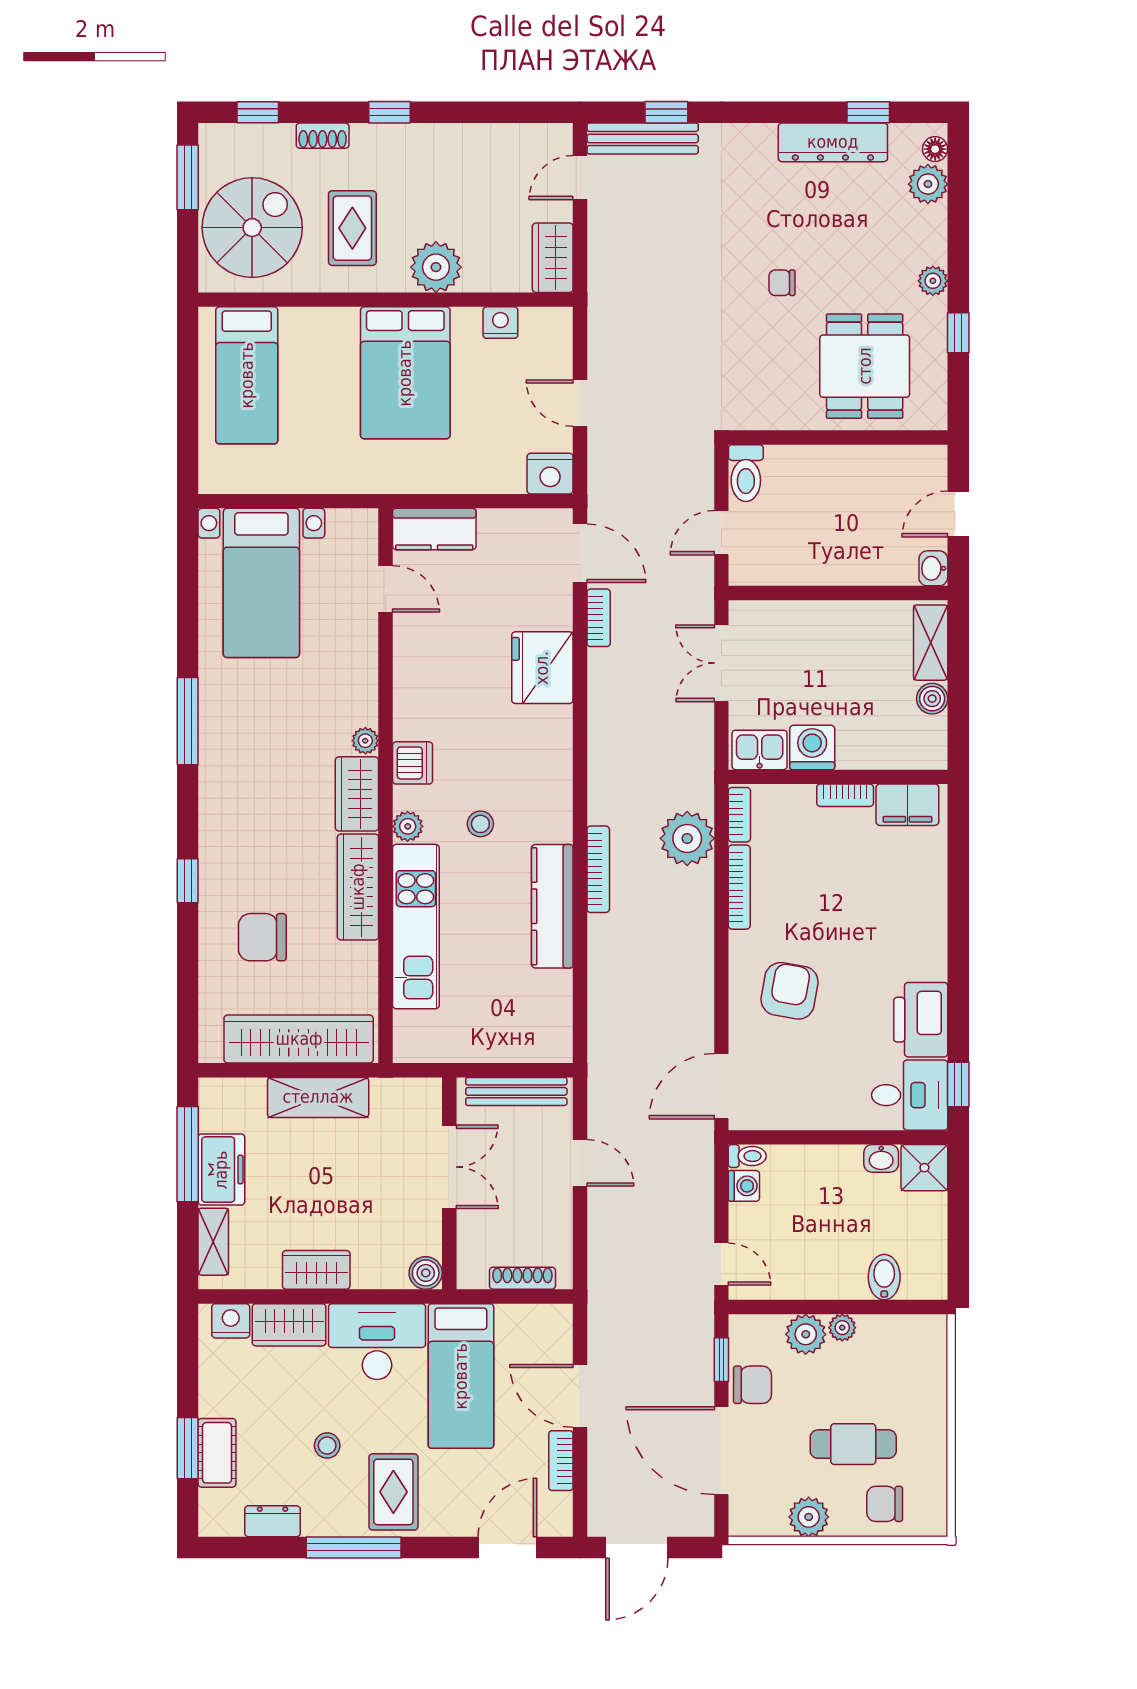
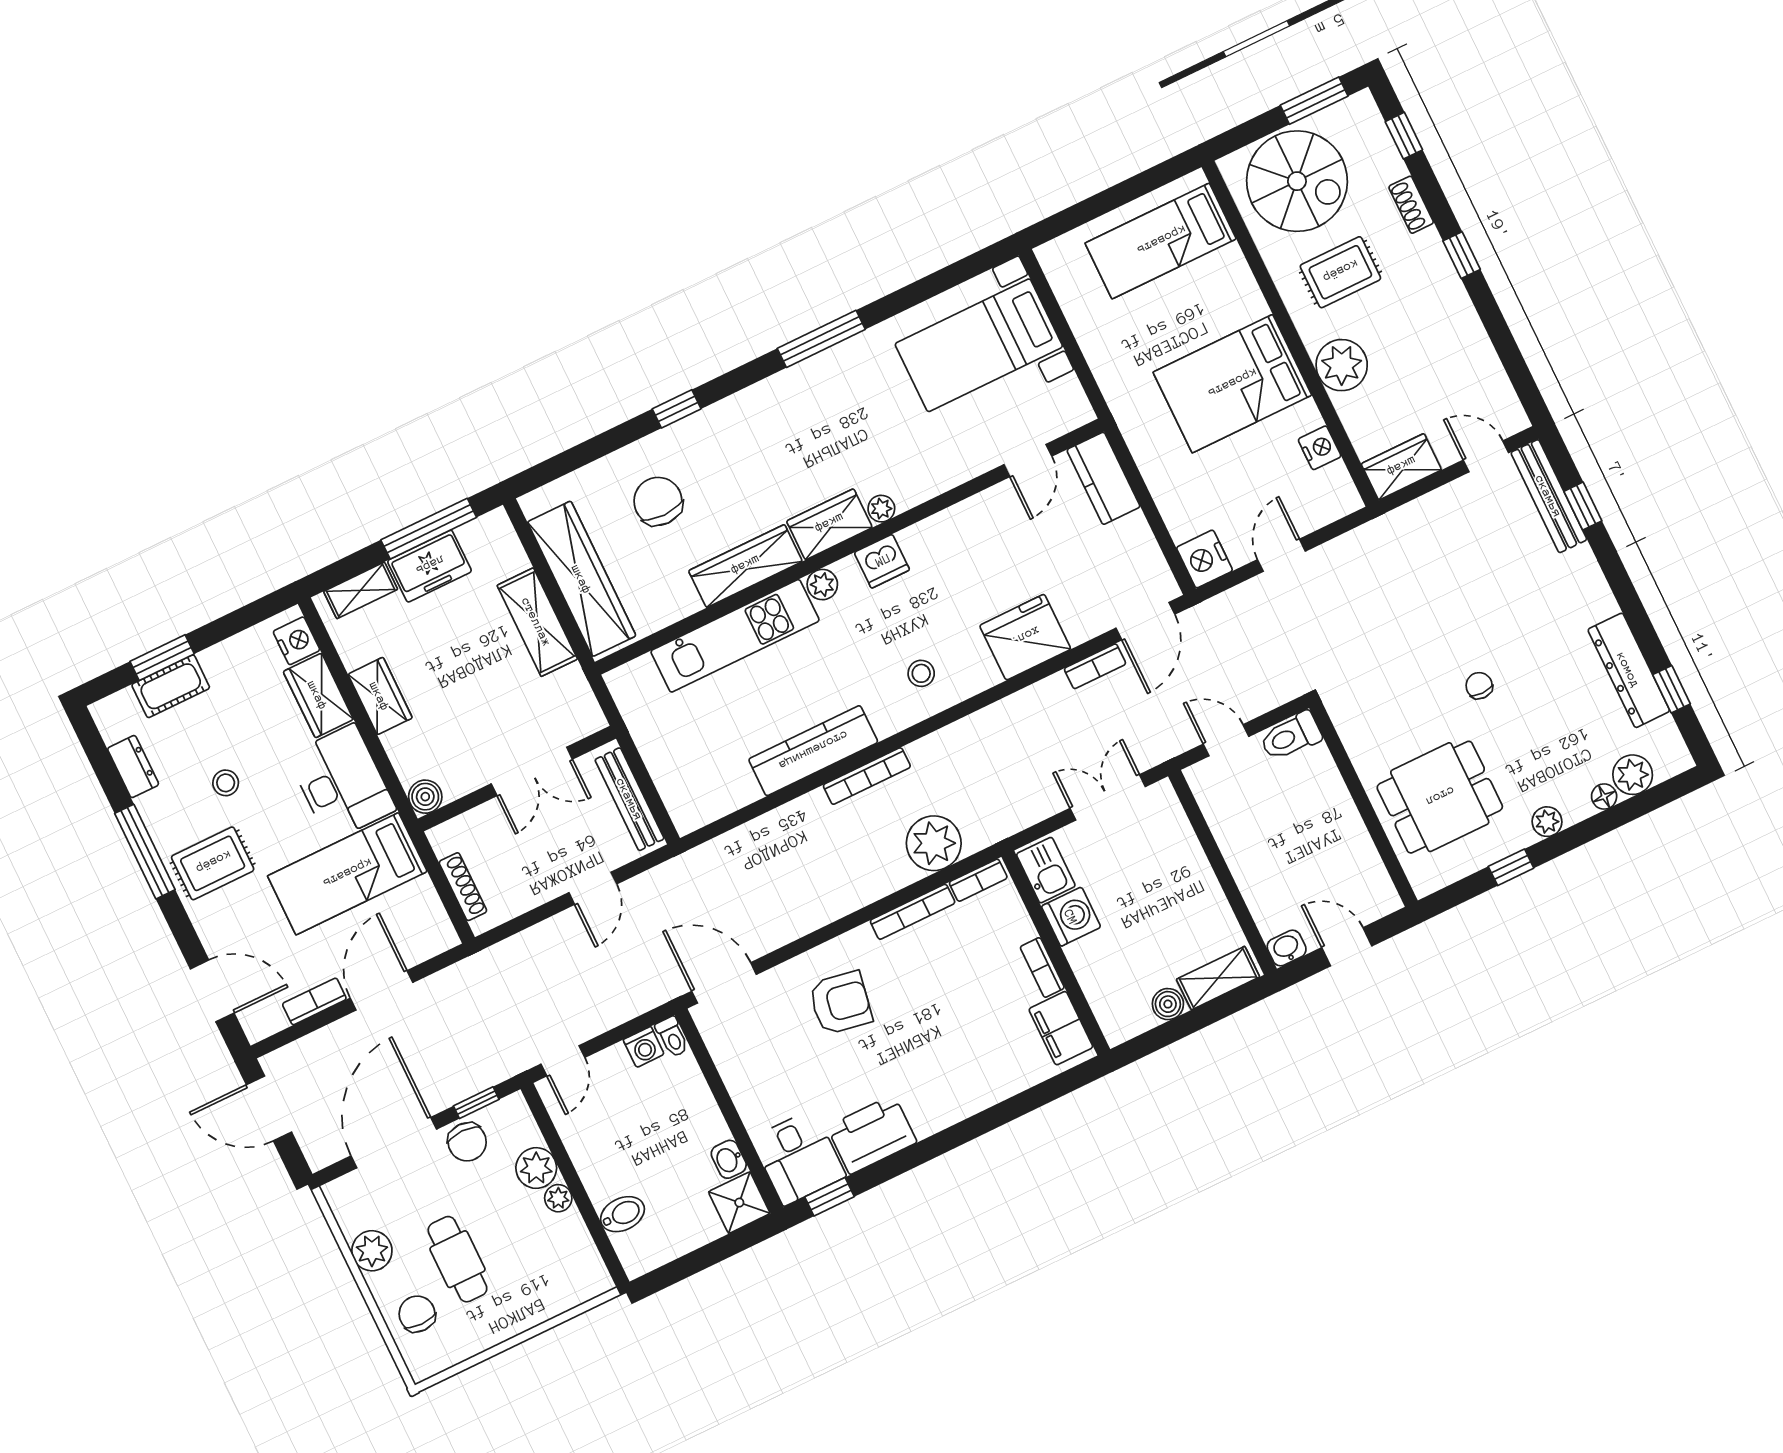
floor lamp: (935, 149) -> (1604, 797), moved
stool: (480, 824) -> (921, 673), moved

